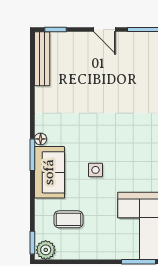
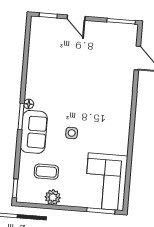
door: (105, 30) -> (76, 18), moved
bench: (42, 59) -> (35, 38), removed
plant: (46, 250) -> (53, 197), moved

